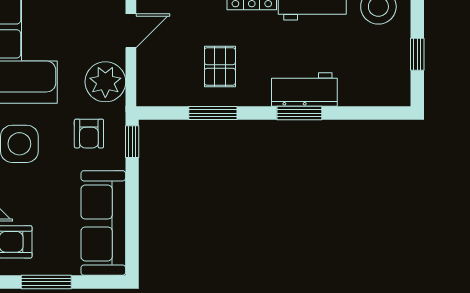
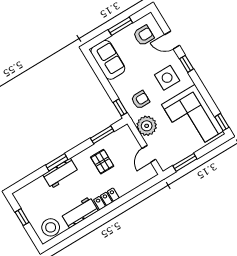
window: (213, 113) -> (102, 135), moved
armchair: (89, 134) -> (140, 100), turned 90
sofa: (103, 223) -> (108, 60), width x0.73

